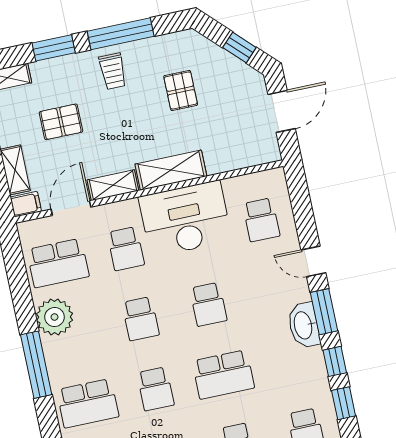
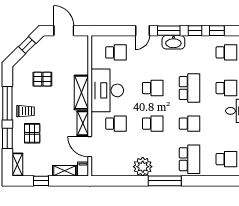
pallet: (61, 122) -> (32, 133), moved
school desk: (58, 263) -> (116, 159), removed

